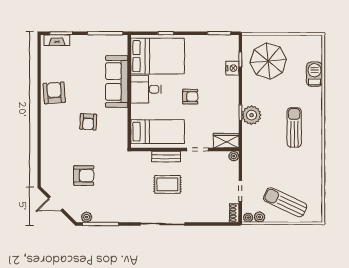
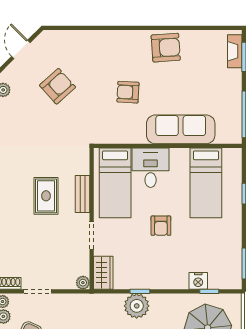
bed: (158, 56) -> (206, 183), width x0.67
desk: (146, 89) -> (151, 168), moved
armchair: (84, 176) -> (58, 86), turned -132

